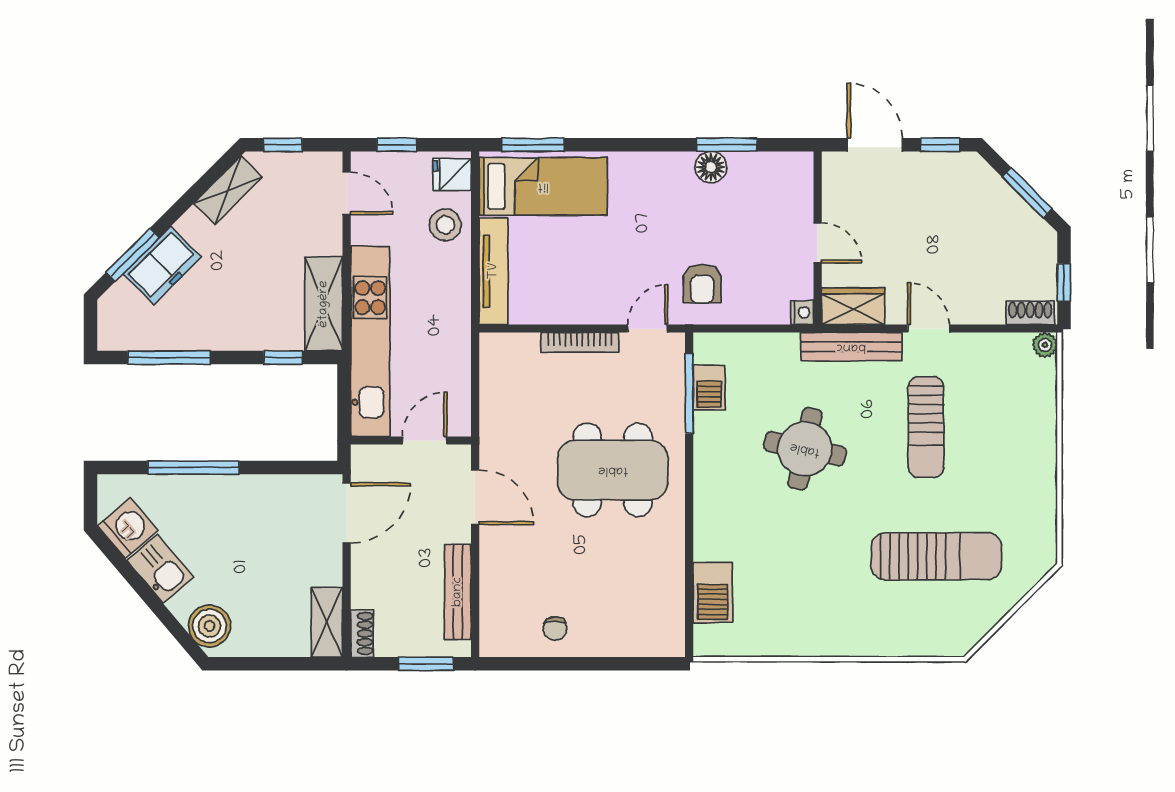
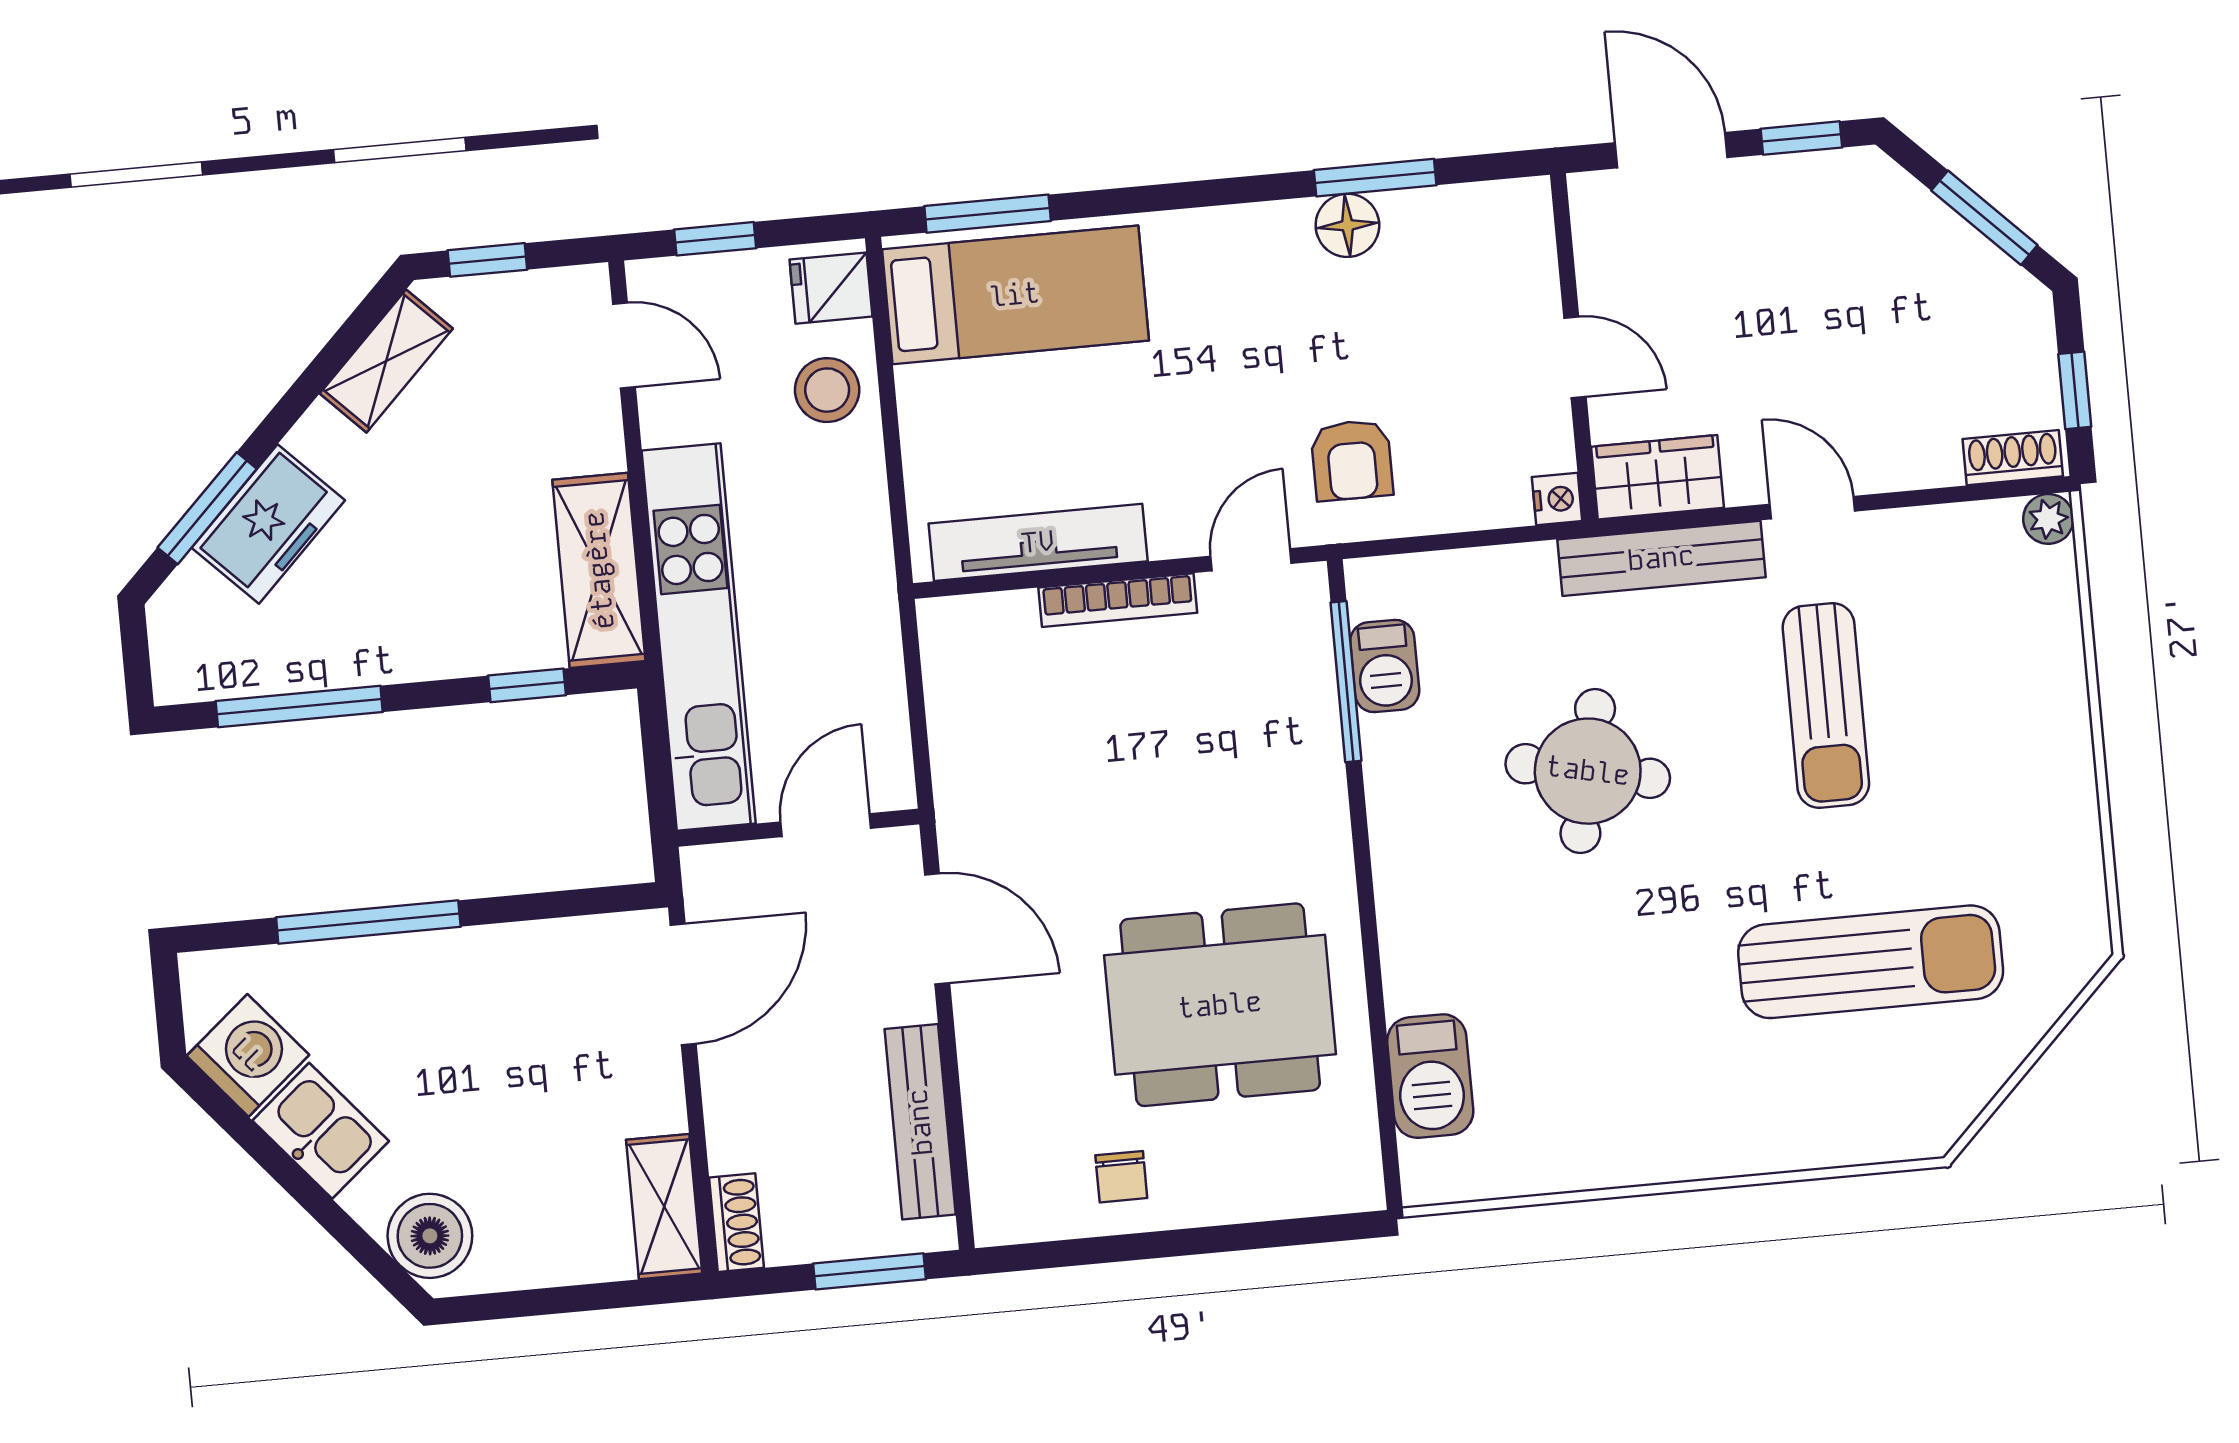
tv unit: (494, 271) -> (1038, 542), moved, turned -90
dining table: (613, 470) -> (1220, 1005), moved

